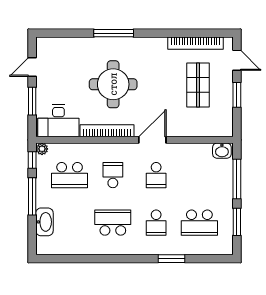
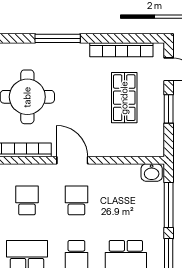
window: (114, 33) -> (58, 38), moved
door: (152, 140) -> (72, 160), hinge flipped
school desk: (156, 175) -> (76, 200), turned 180

